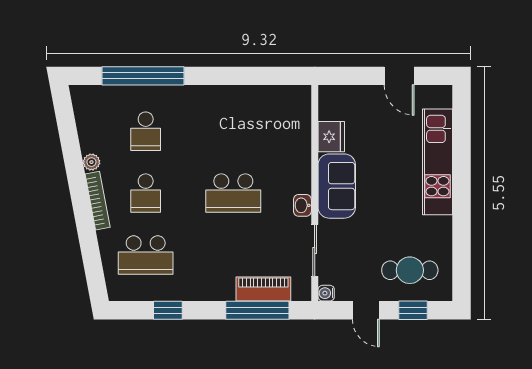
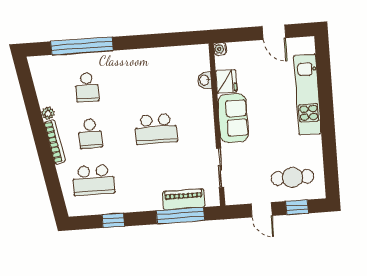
washbasin: (302, 205) -> (205, 80), moved
water cooler: (326, 293) -> (220, 49), moved

